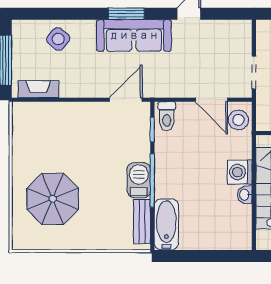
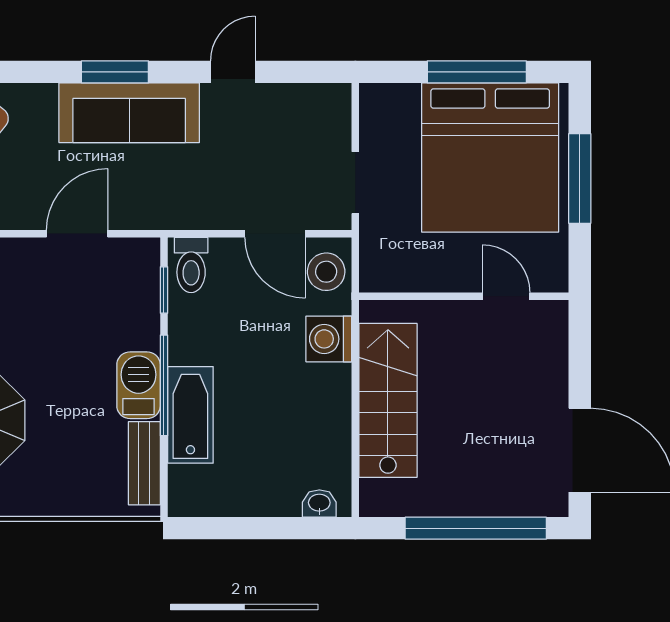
door: (126, 100) -> (77, 234), moved
washing machine: (240, 172) -> (329, 339), moved
washbasin: (245, 195) -> (319, 503), moved, turned 90
bathtub: (166, 224) -> (190, 415), moved

